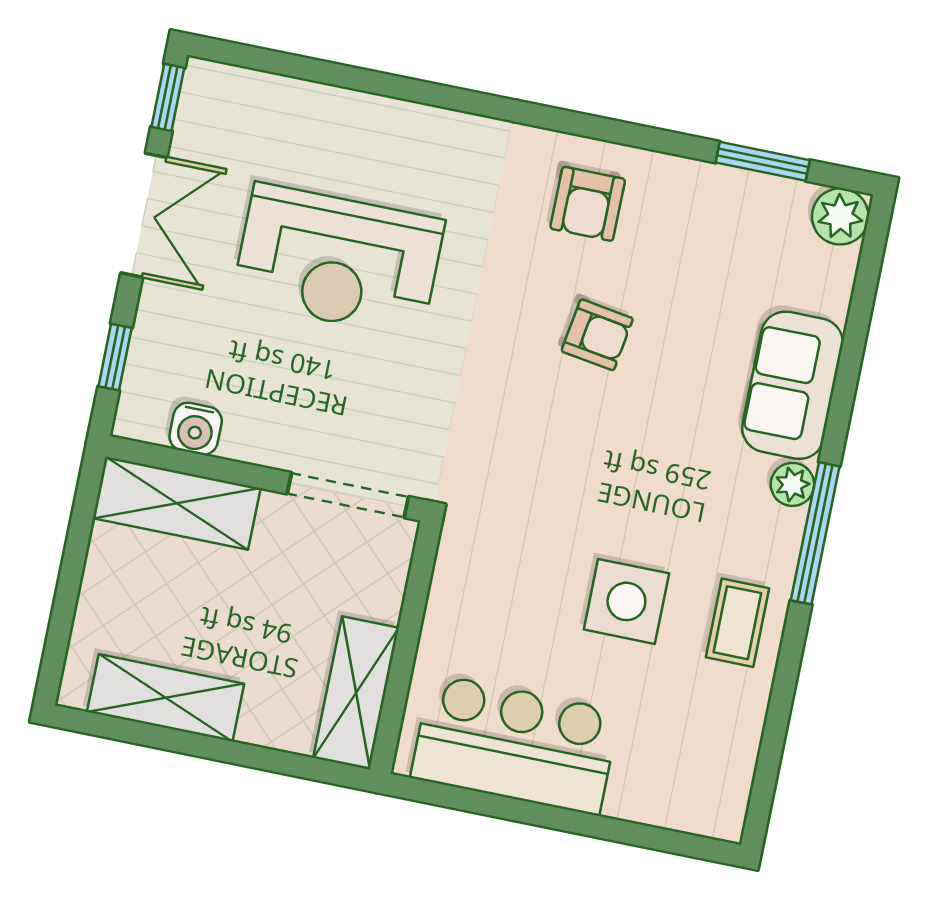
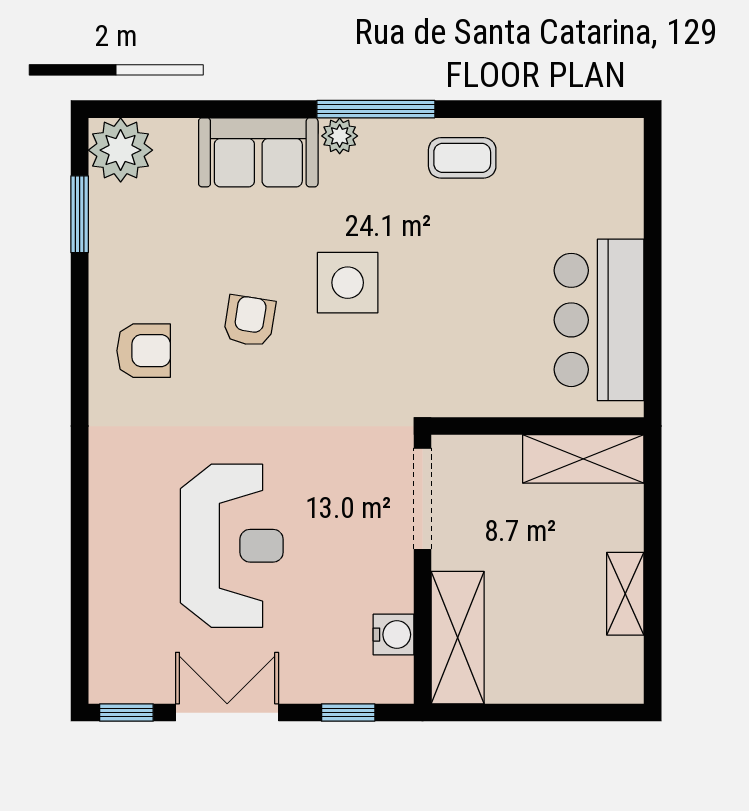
plant: (840, 216) -> (121, 150), width x1.36, depth x1.36
side table: (626, 601) -> (348, 283), moved
shelving: (166, 698) -> (625, 594), width x0.67, depth x0.75

